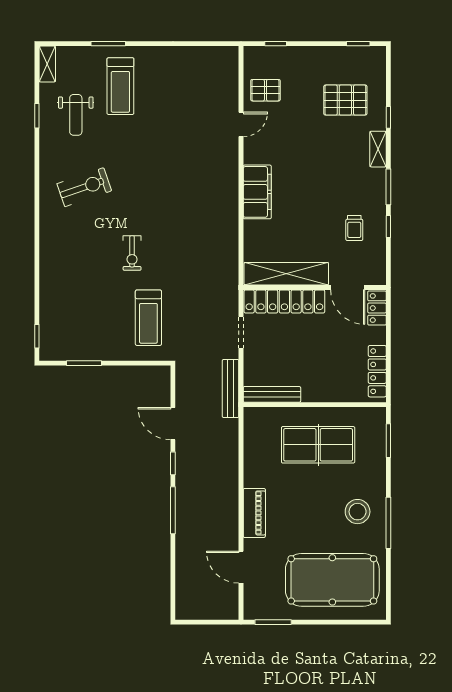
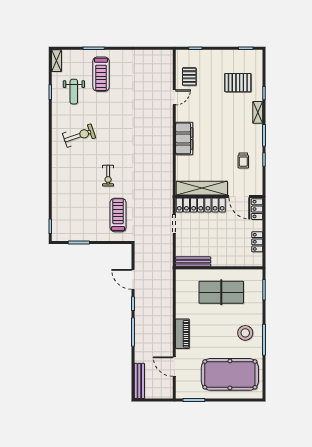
pallet: (265, 90) -> (189, 77), turned 90
treadmill: (148, 318) -> (118, 215), turned 180
locker: (377, 371) -> (257, 242), width x0.66
bench: (231, 388) -> (139, 381), moved

